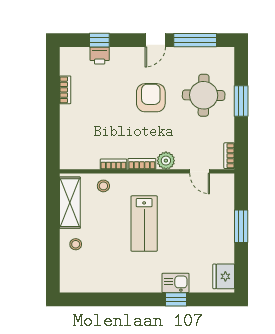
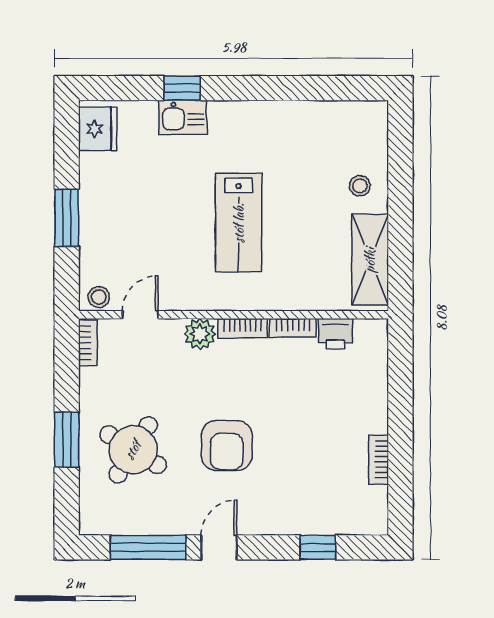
printer: (100, 56) -> (335, 334), moved, turned 180
round table: (204, 95) -> (133, 450), turned 31
door: (200, 171) -> (140, 315), hinge flipped
stool: (103, 186) -> (99, 297), moved
lab bench: (144, 224) -> (239, 223), turned 180

